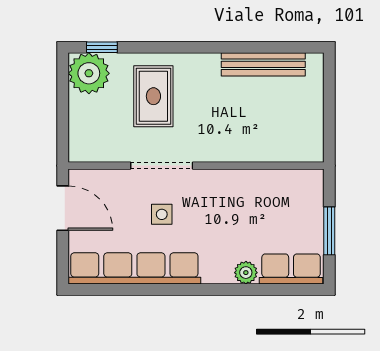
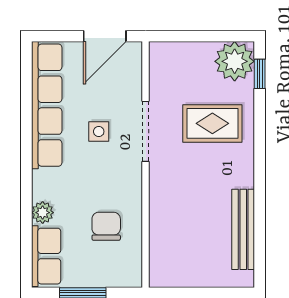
chair: (260, 207) -> (106, 226), added

